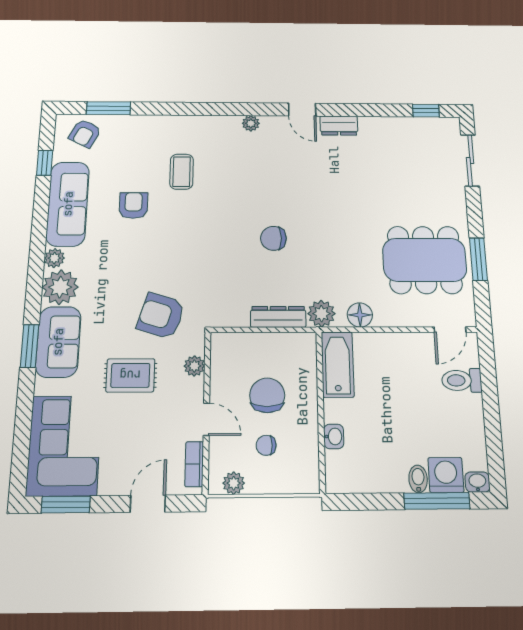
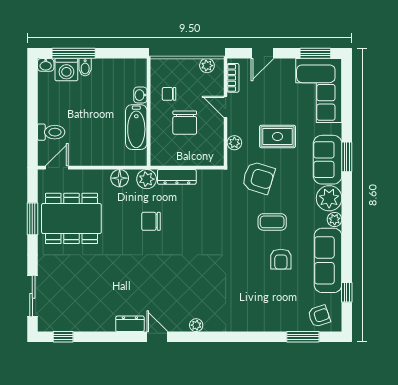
armchair: (85, 133) -> (319, 316), turned 44
coffee table: (182, 172) -> (272, 222), moved, turned 90
chair: (273, 238) -> (151, 221), moved, turned 180
bathtub: (338, 364) -> (136, 127), moved
chair: (266, 445) -> (169, 94), moved, turned 180

